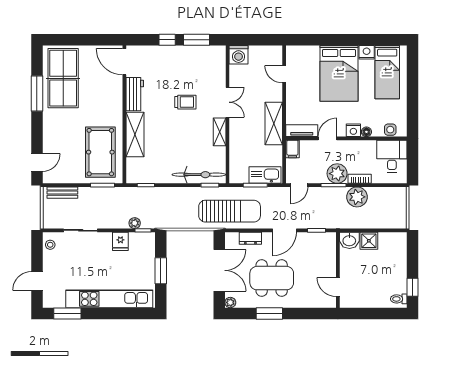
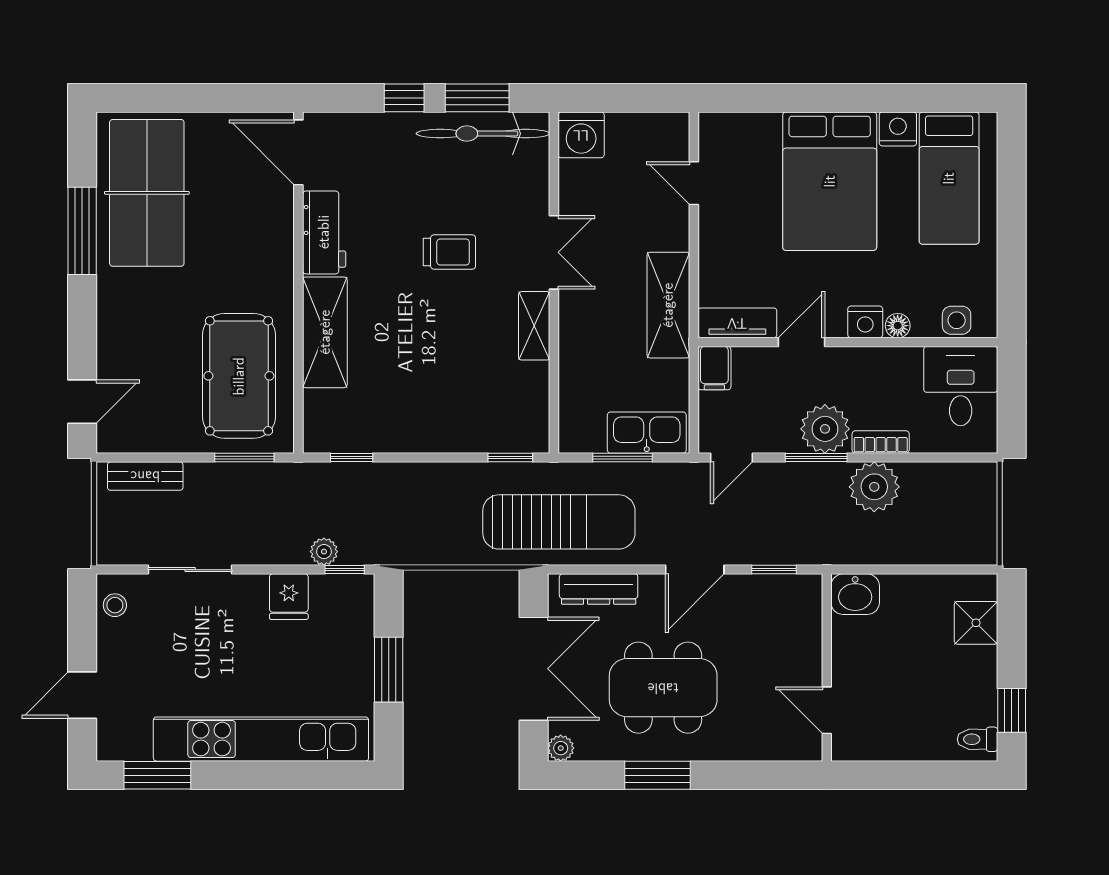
bicycle: (199, 175) -> (483, 134), moved, turned 180
dresser: (250, 238) -> (599, 589), width x1.44
shower: (369, 241) -> (976, 623), moved

